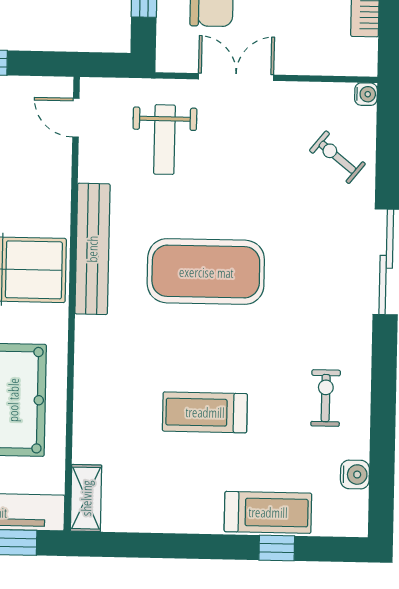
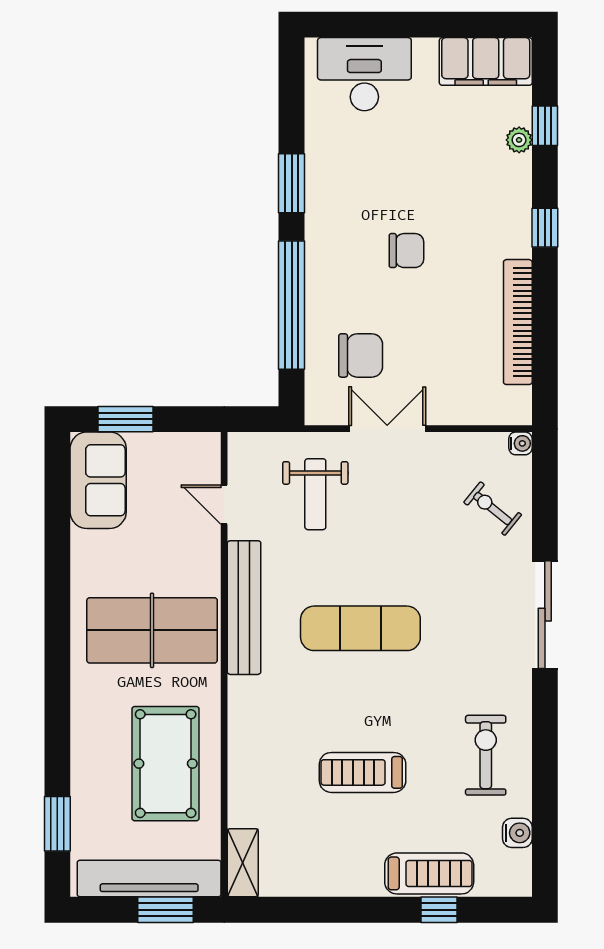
door: (76, 118) -> (224, 505), moved
exercise mat: (206, 272) -> (360, 628), width x0.68
exercise bike: (326, 398) -> (486, 755), width x1.38, depth x1.39

